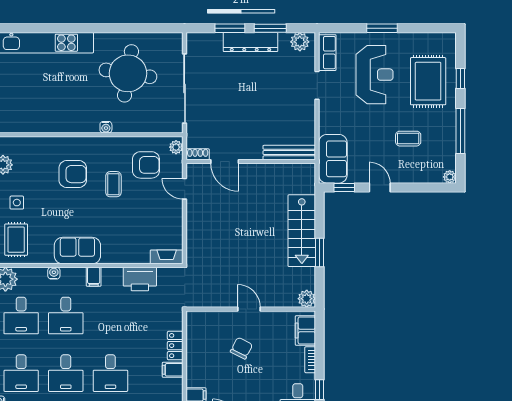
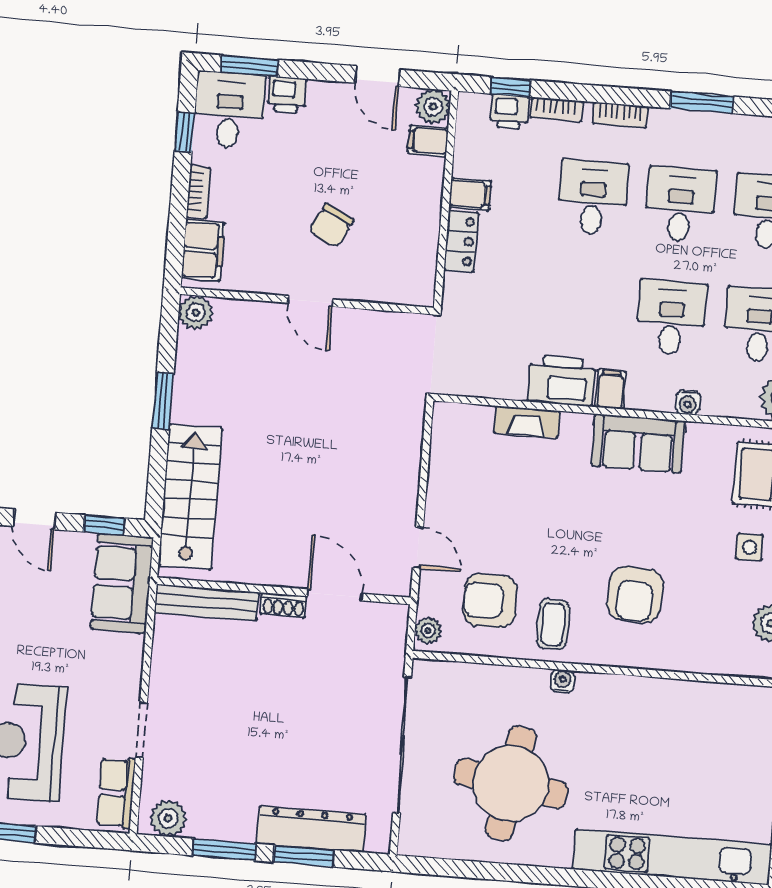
dresser: (250, 42) -> (311, 829), moved
shoe rack: (198, 154) -> (283, 605), moved
armchair: (73, 174) -> (635, 594), turned -87
coffee table: (113, 184) -> (553, 624), moved
stairs: (302, 231) -> (190, 497), moved
fireplace: (167, 257) -> (527, 422), moved
printer: (140, 279) -> (561, 381), moved

